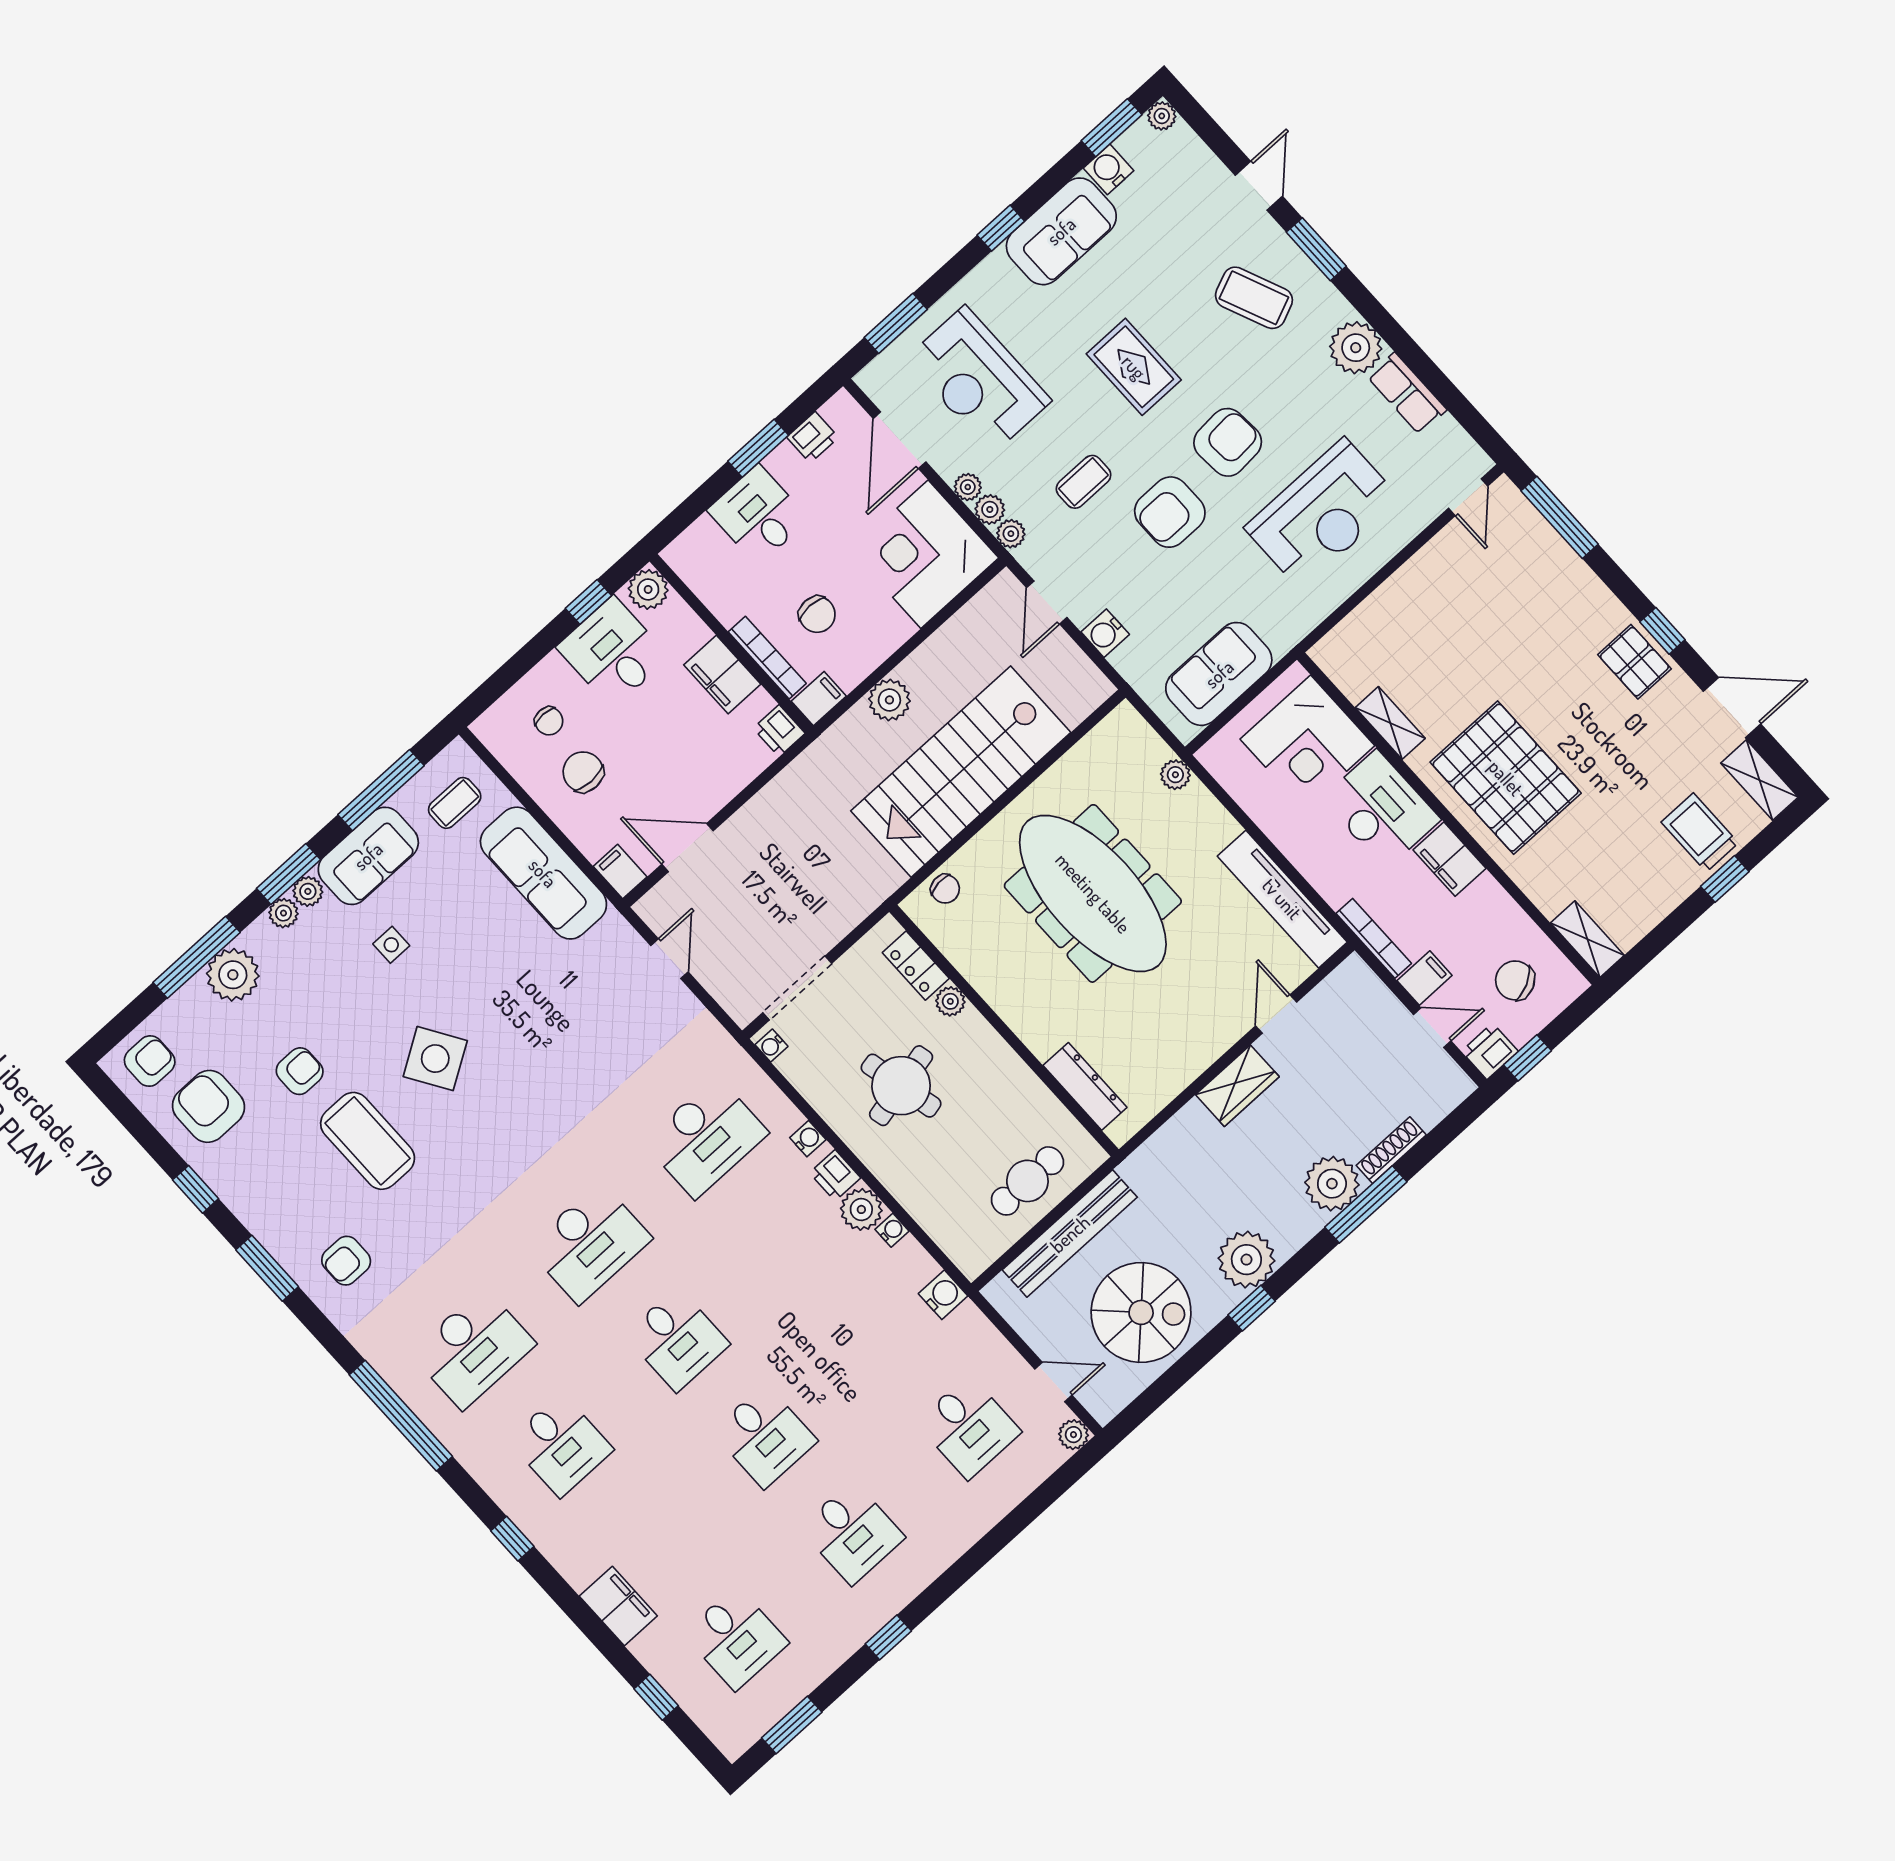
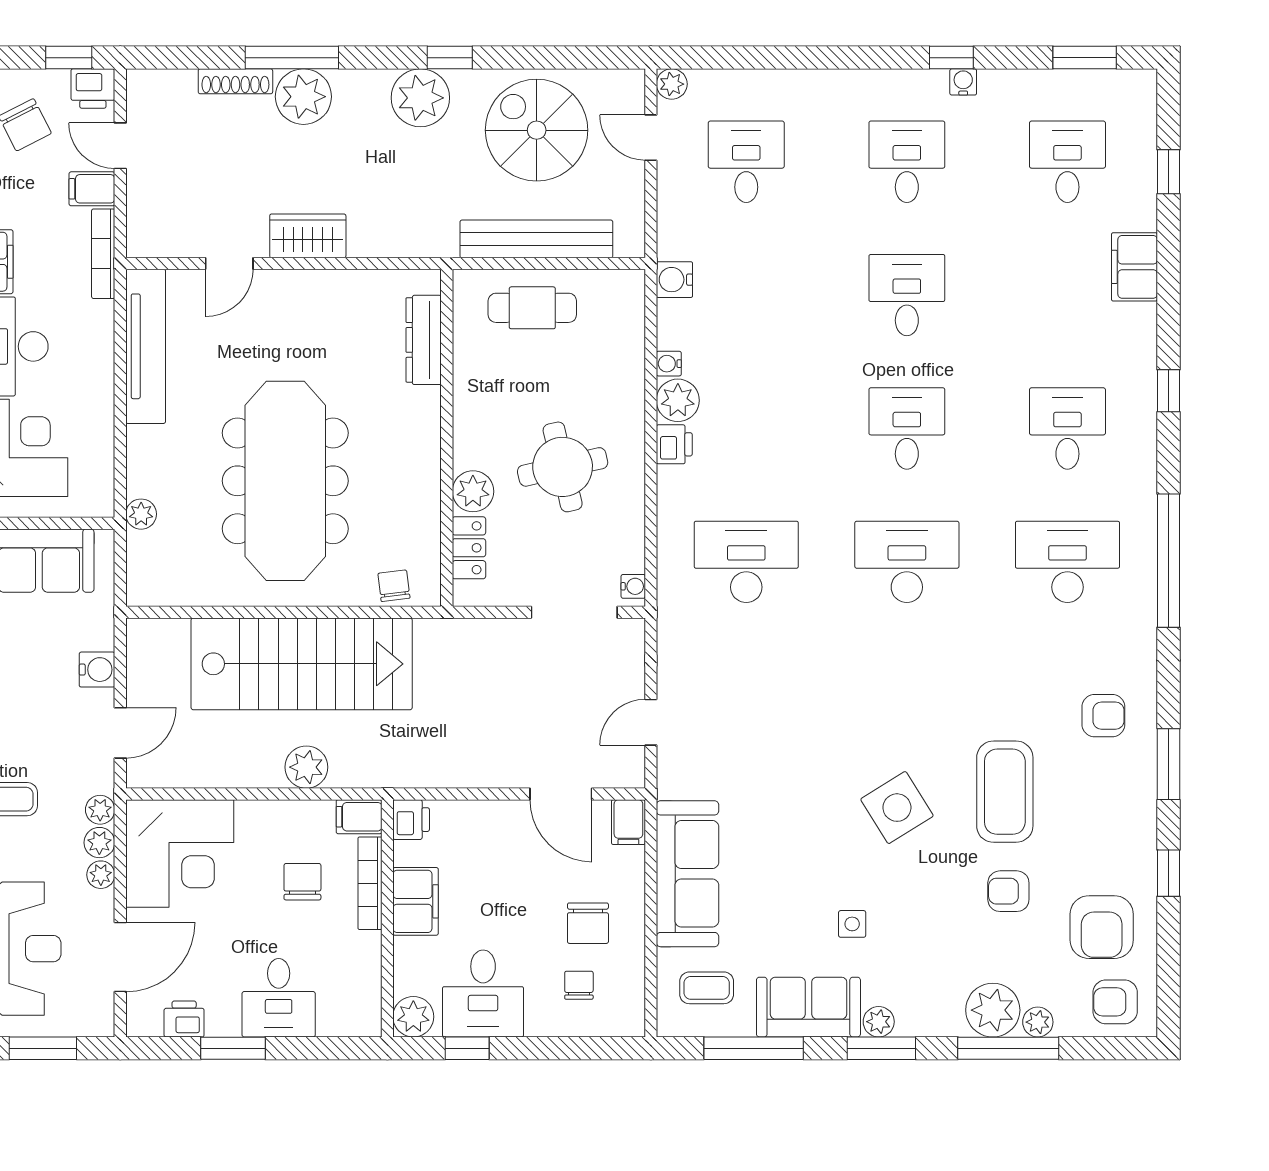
plant: (283, 913) -> (1038, 1022), moved
plant: (950, 1001) -> (473, 491), width x1.38, depth x1.38
water cooler: (808, 1139) -> (963, 82), moved, turned 90

